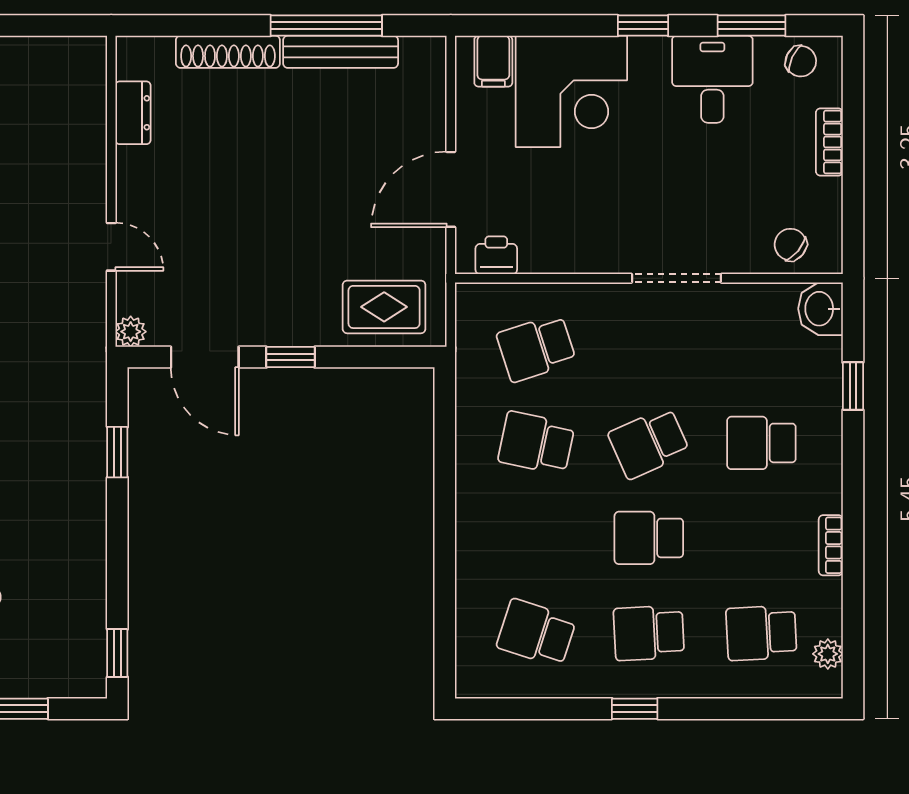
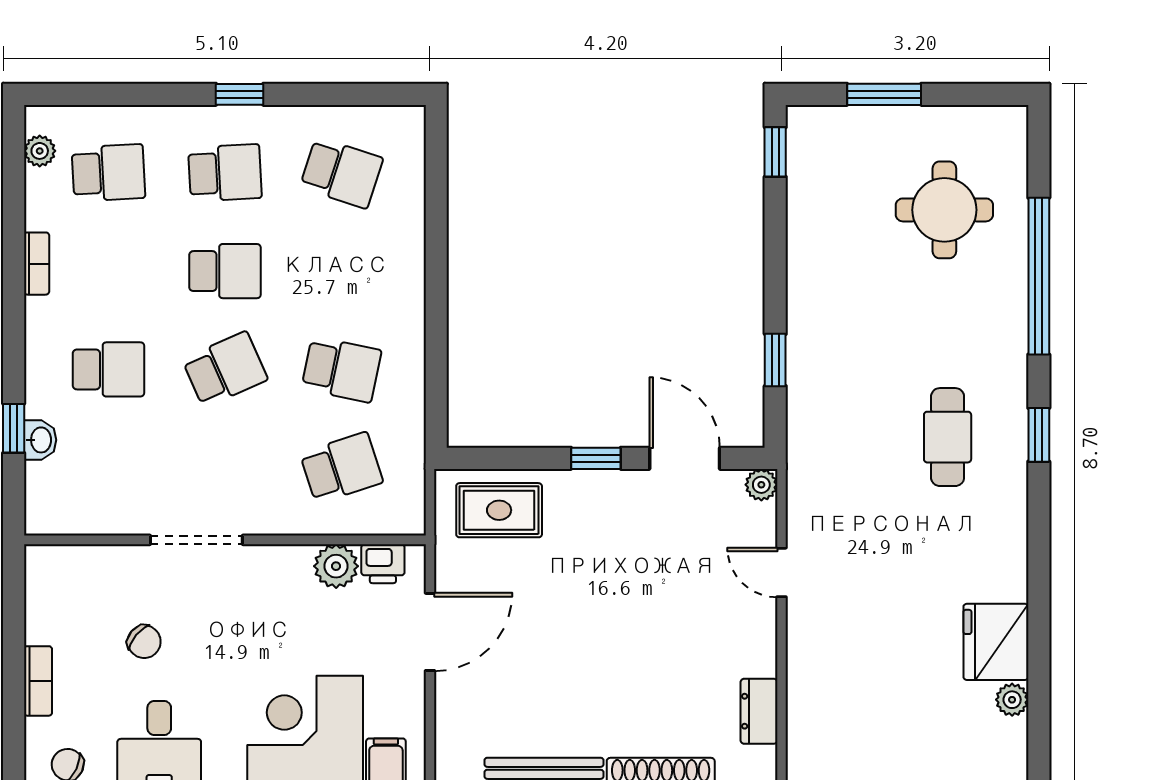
chair: (790, 245) -> (144, 642), moved
plant: (542, 253) -> (336, 566), added
washbasin: (820, 309) -> (40, 440), moved, width x0.72, depth x0.69

